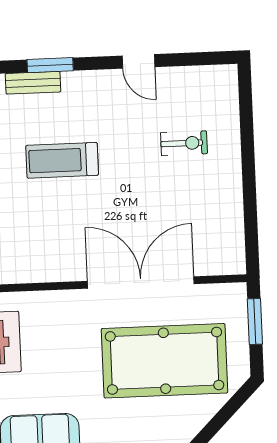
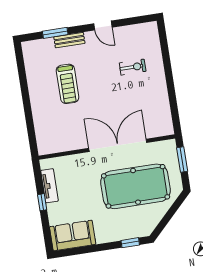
bench: (33, 83) -> (69, 40), moved
treadmill: (62, 160) -> (68, 84), turned -90

